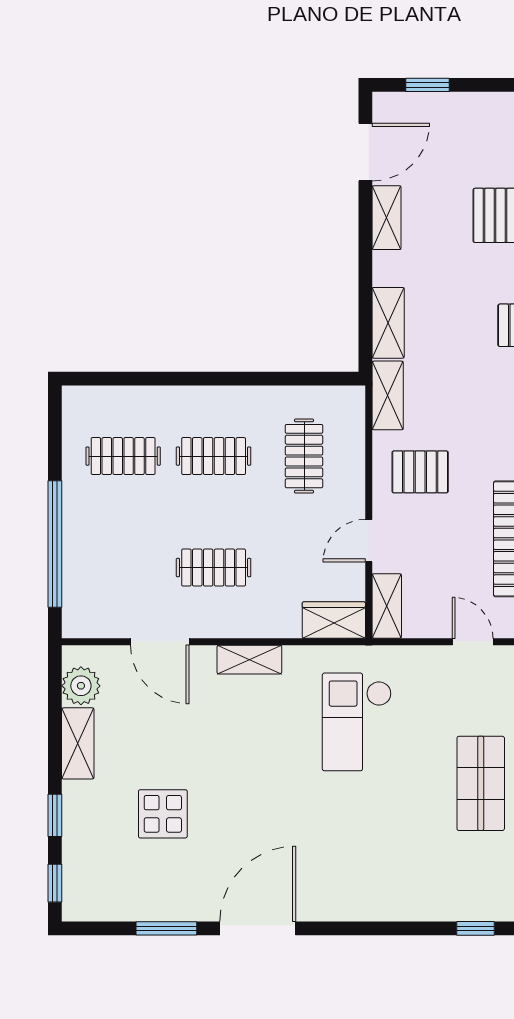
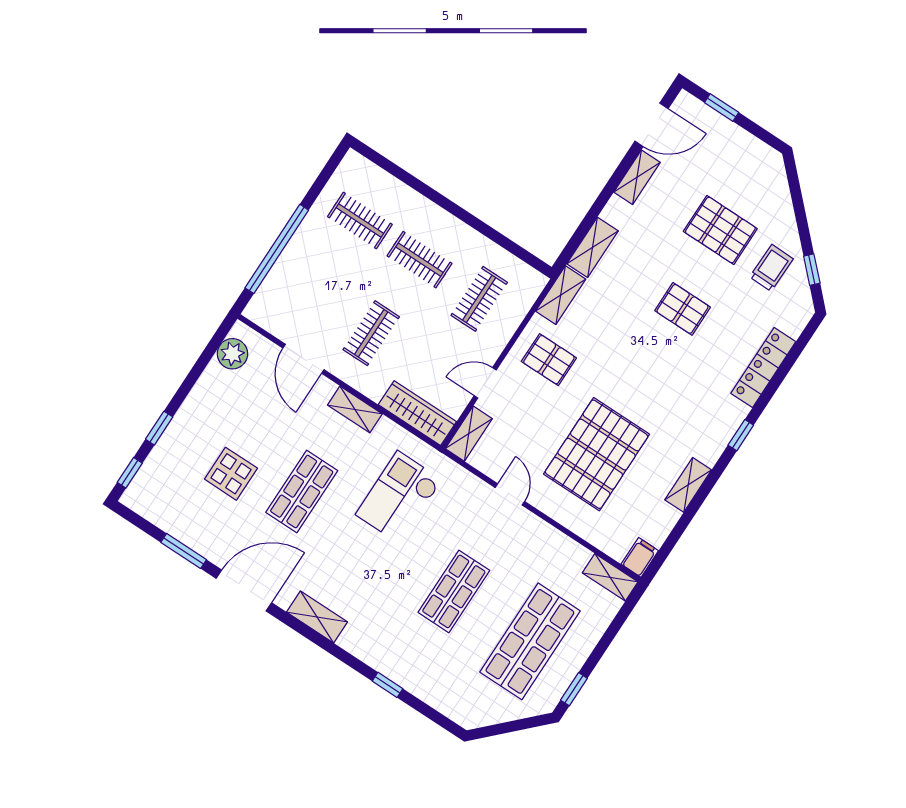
clothes rail: (214, 568) -> (371, 333), turned 90
wardrobe: (334, 620) -> (417, 413), width x1.50
shelving: (78, 743) -> (317, 617), moved, turned 90
shop shelf: (250, 783) -> (302, 491), added

